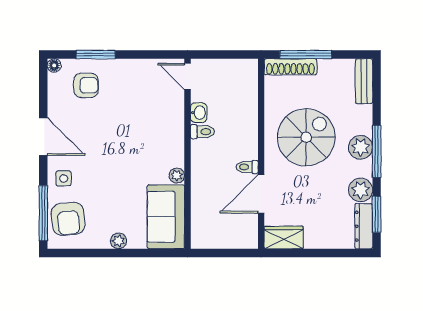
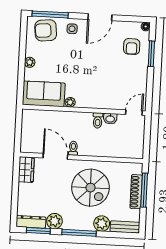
shoe rack: (290, 67) -> (136, 192), moved
plant: (361, 147) -> (102, 224), moved

